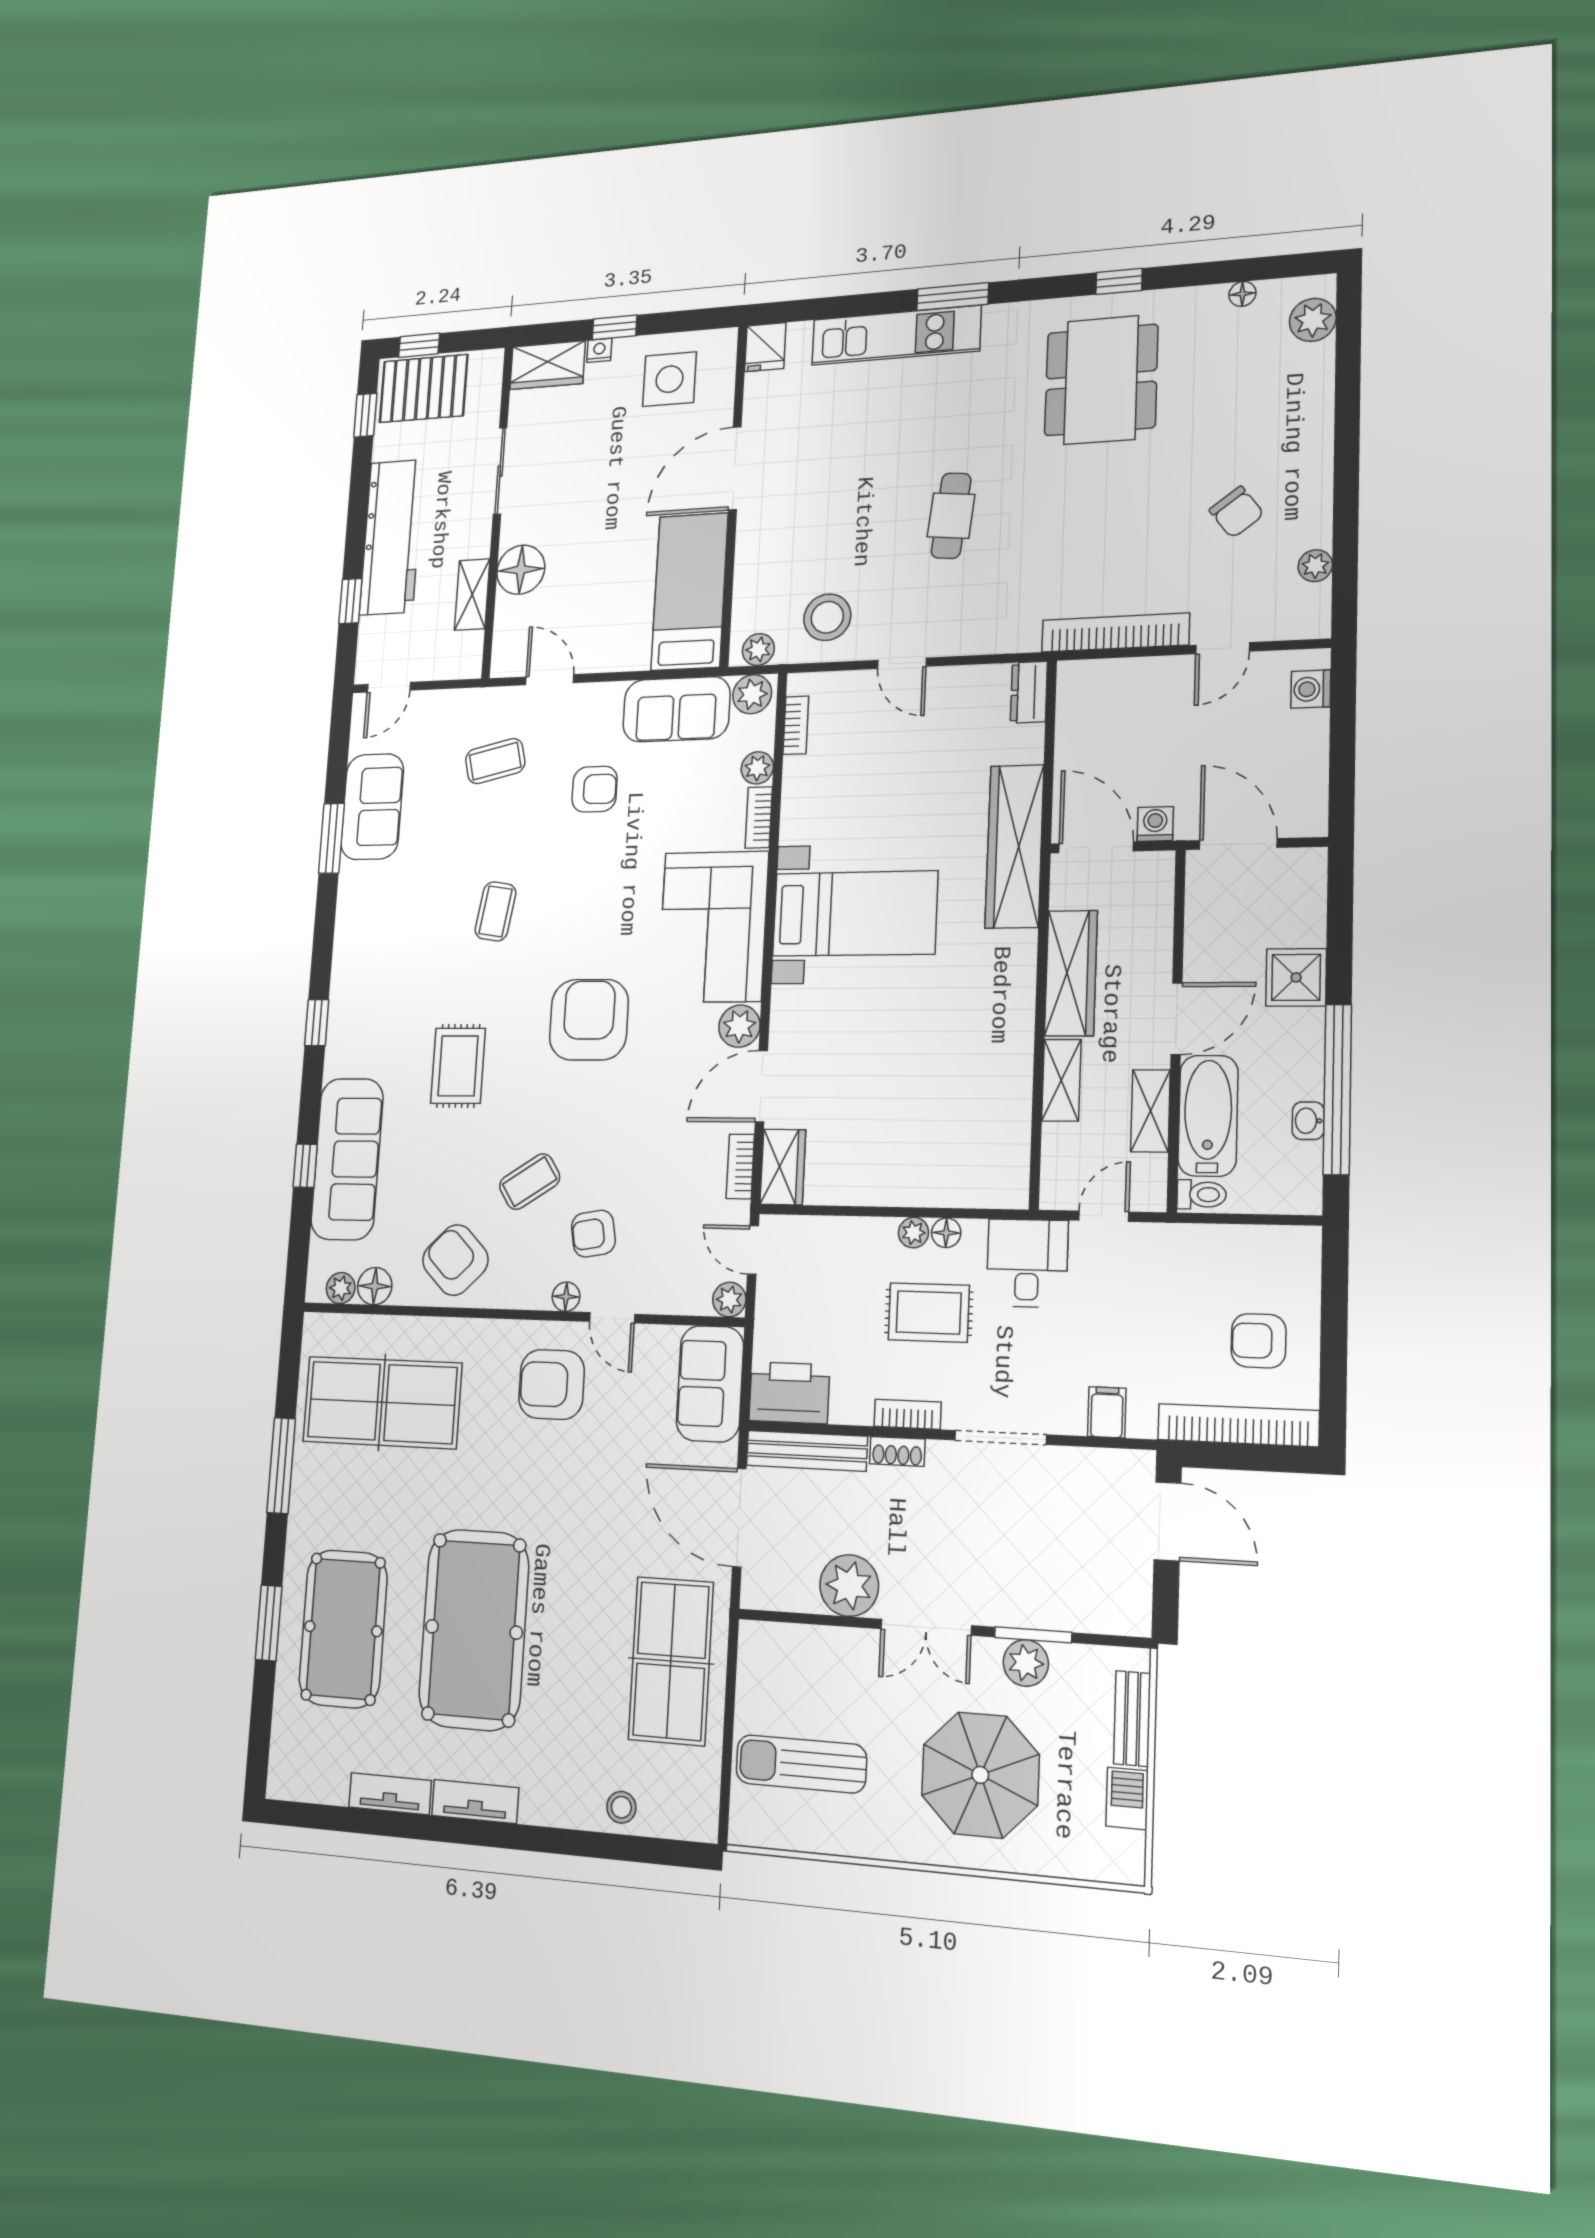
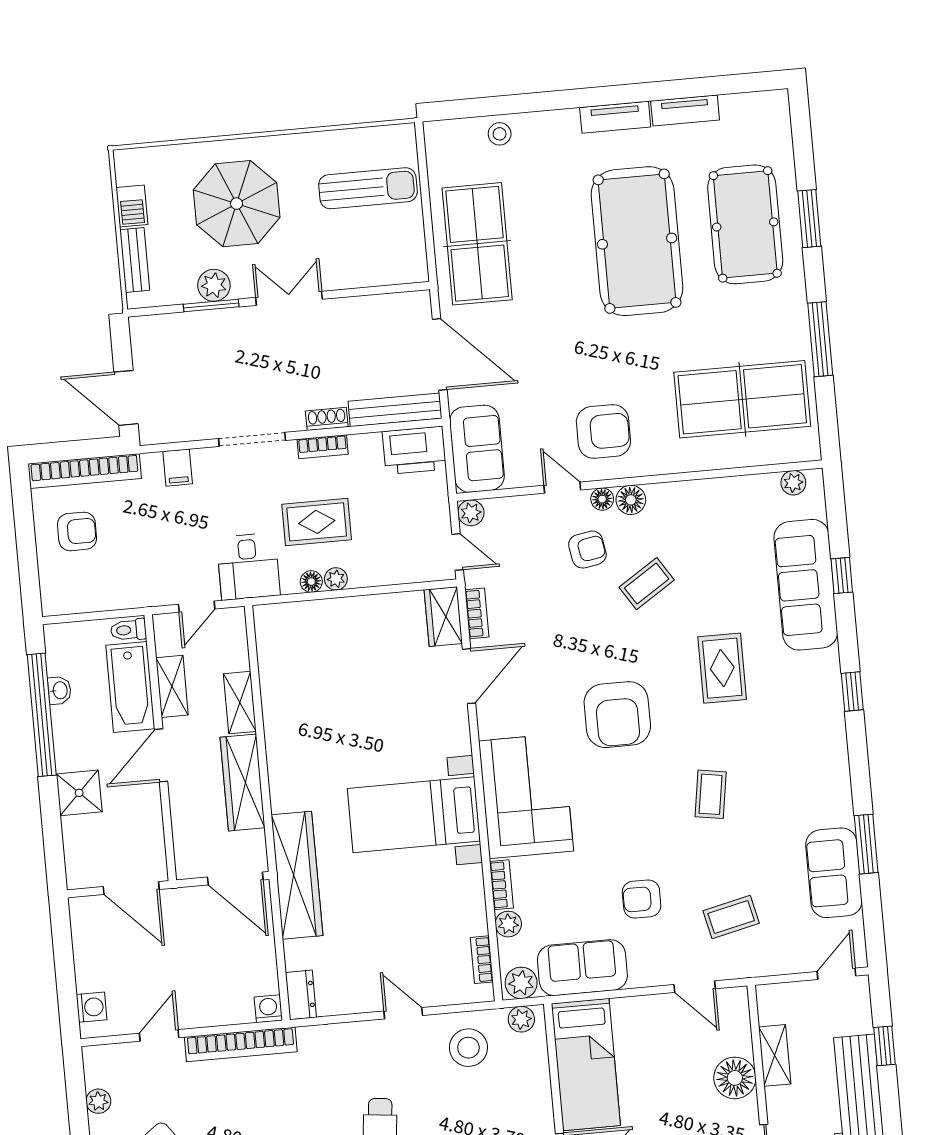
washing machine: (1155, 824) -> (268, 1009), moved, turned 180
plant: (739, 1026) -> (493, 720), removed
armchair: (455, 1260) -> (699, 516), removed
floor lamp: (375, 1286) -> (631, 500), moved
plant: (849, 1586) -> (350, 319), removed

